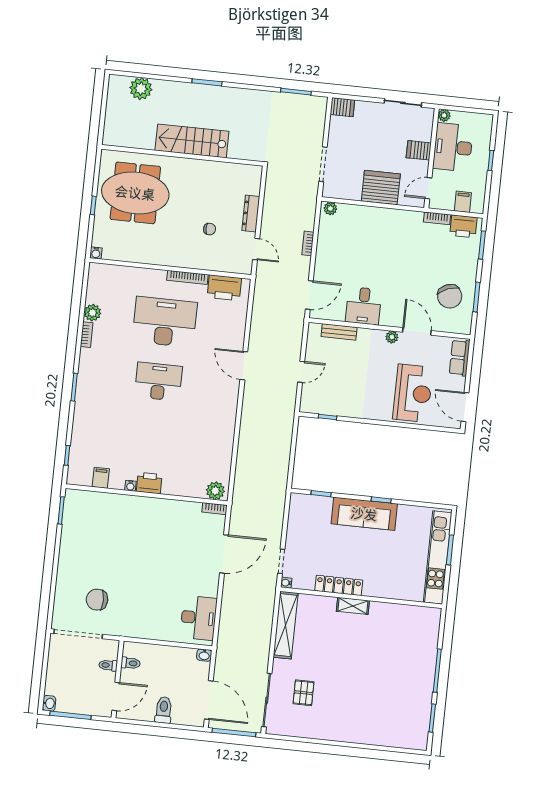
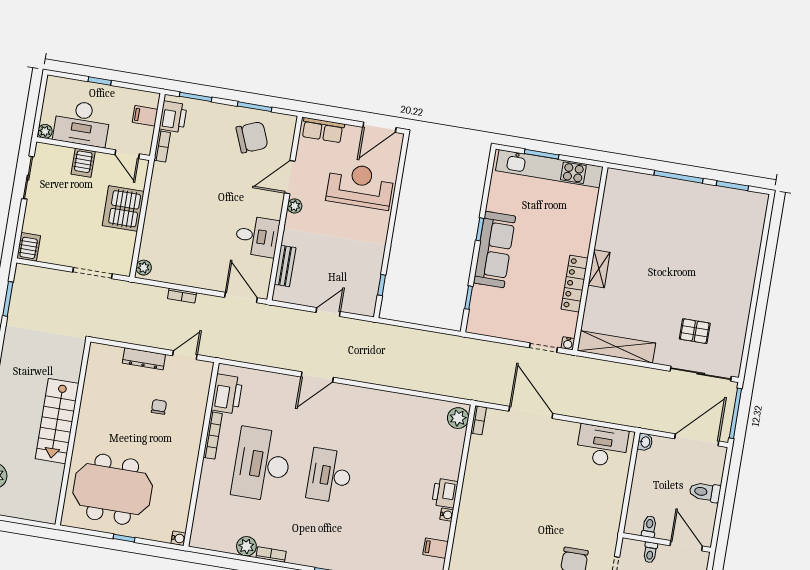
meeting table: (135, 193) -> (113, 489), turned 90
door: (301, 372) -> (328, 312), hinge flipped

